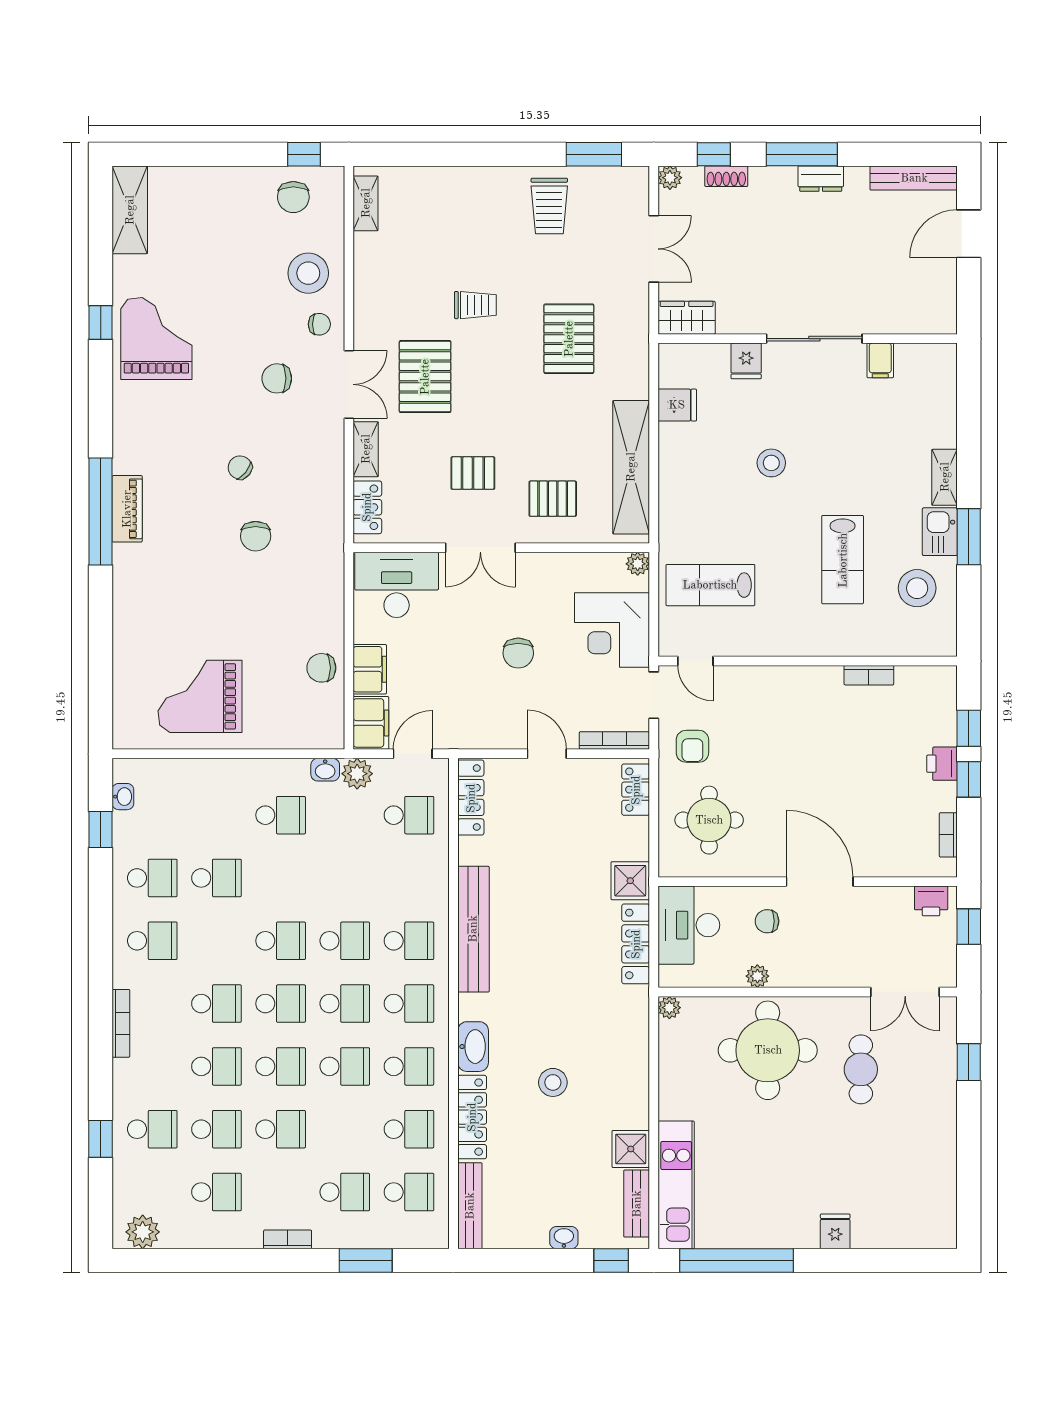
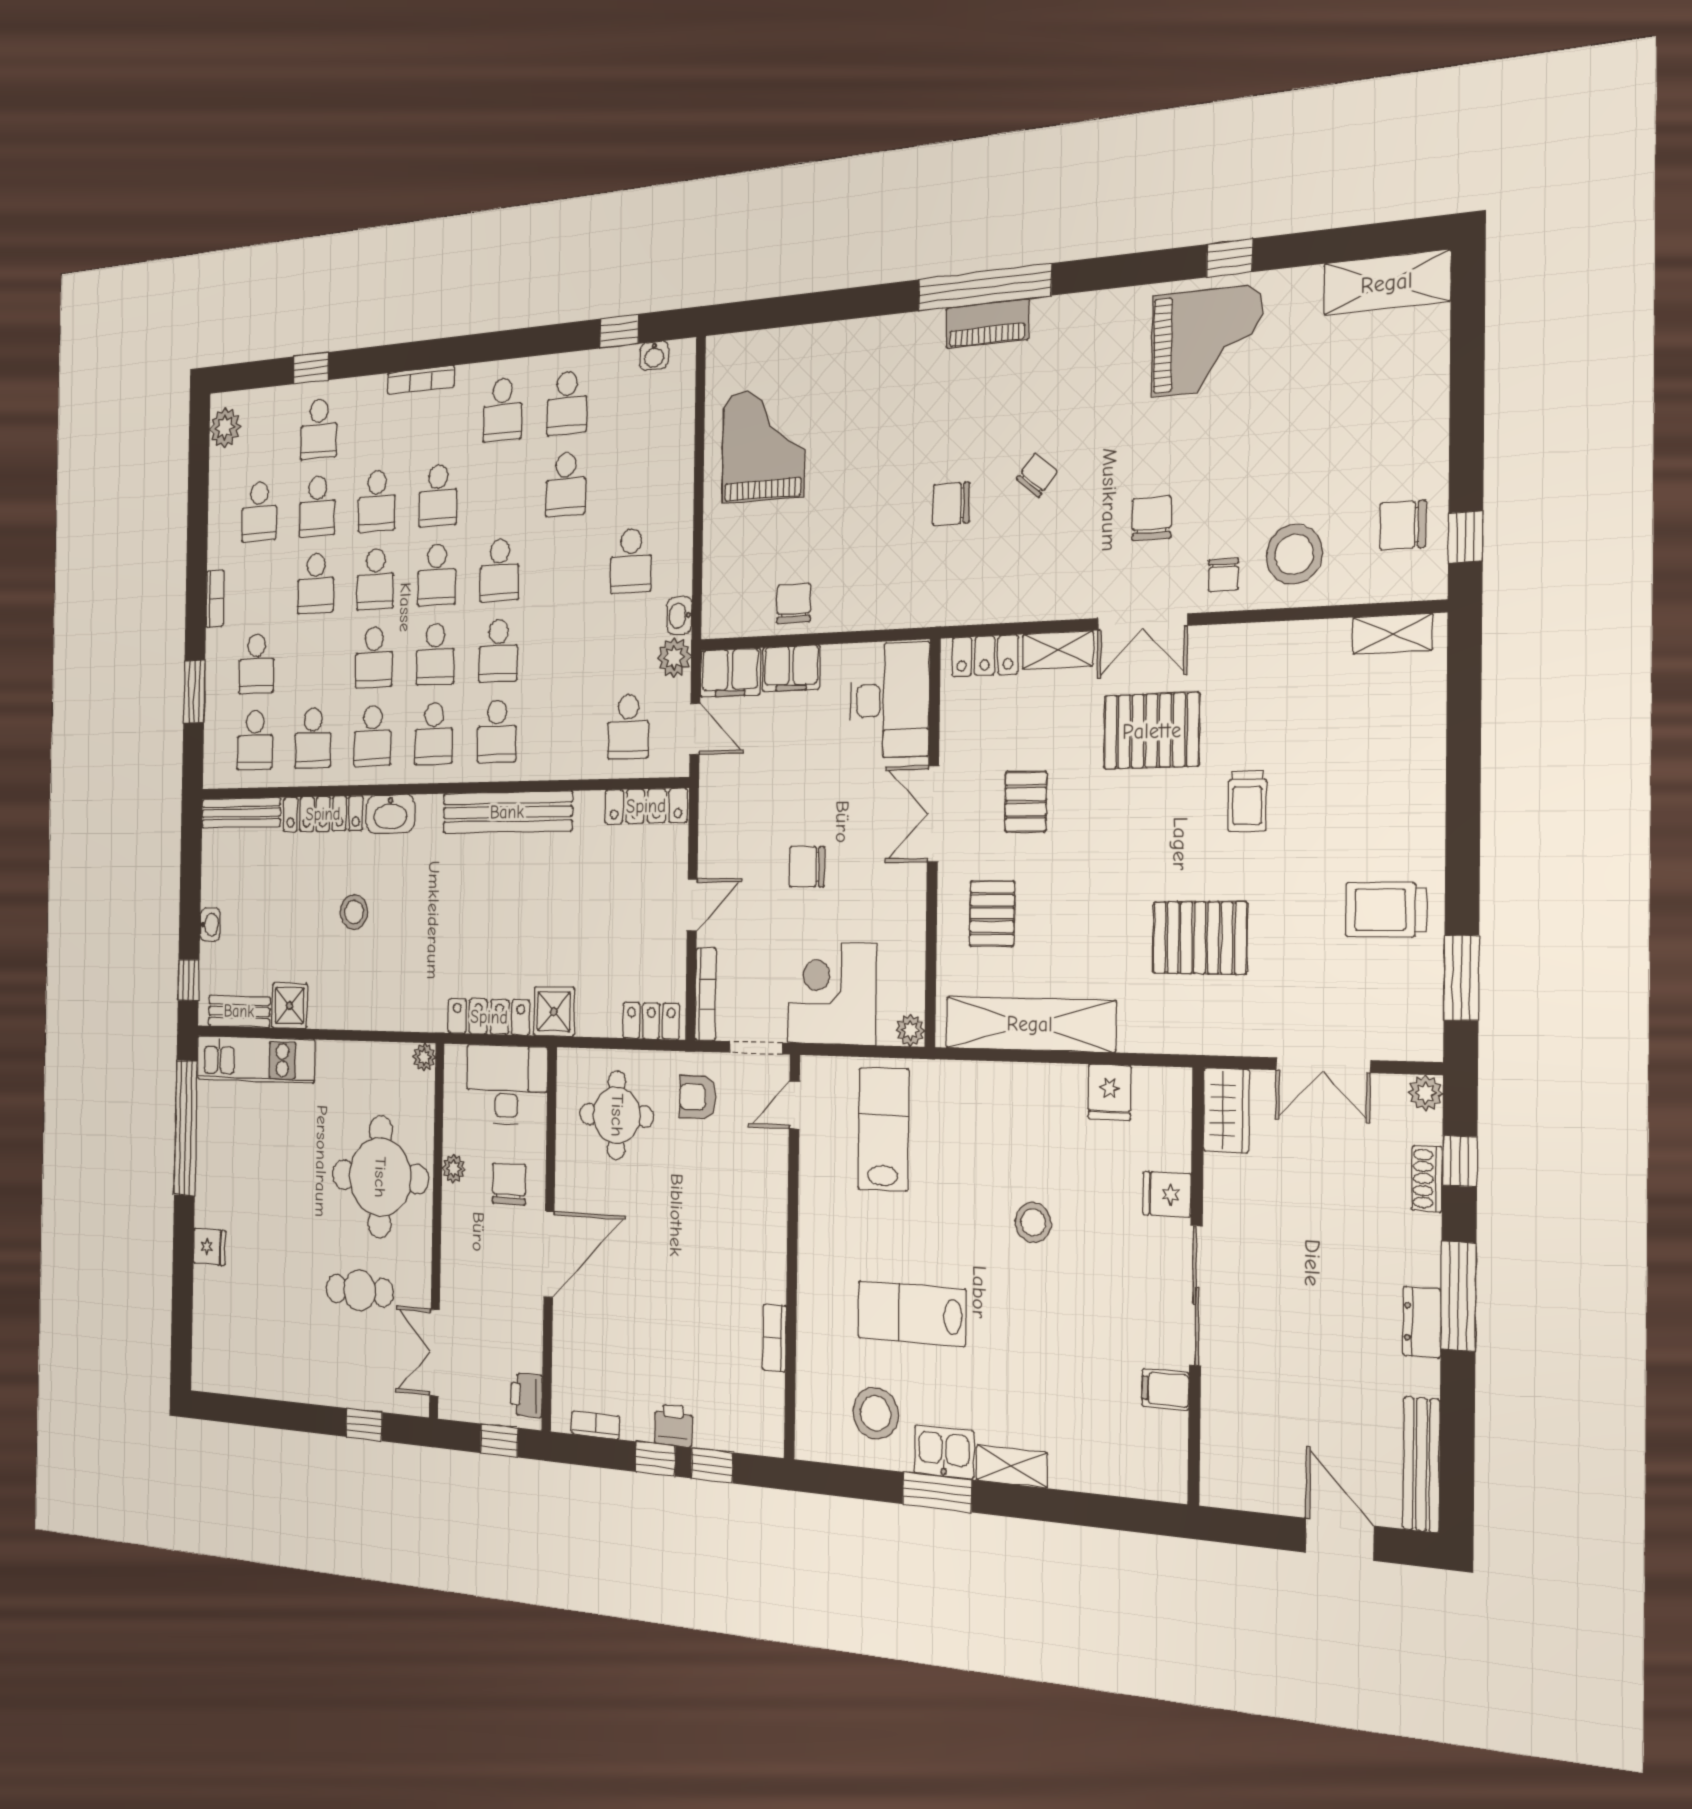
chair: (767, 921) -> (509, 1184), width x1.37, depth x1.37

